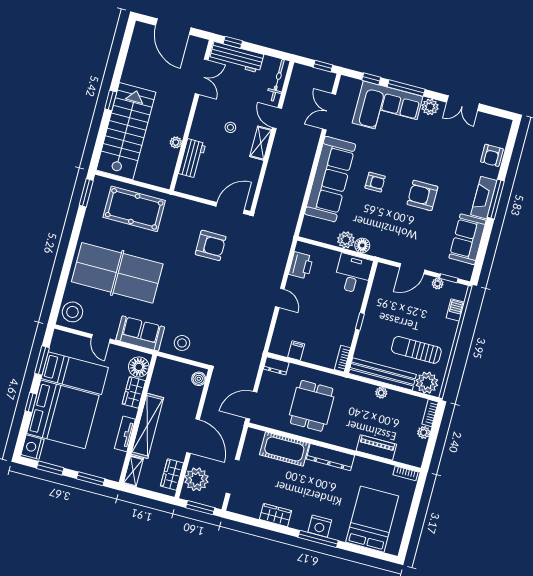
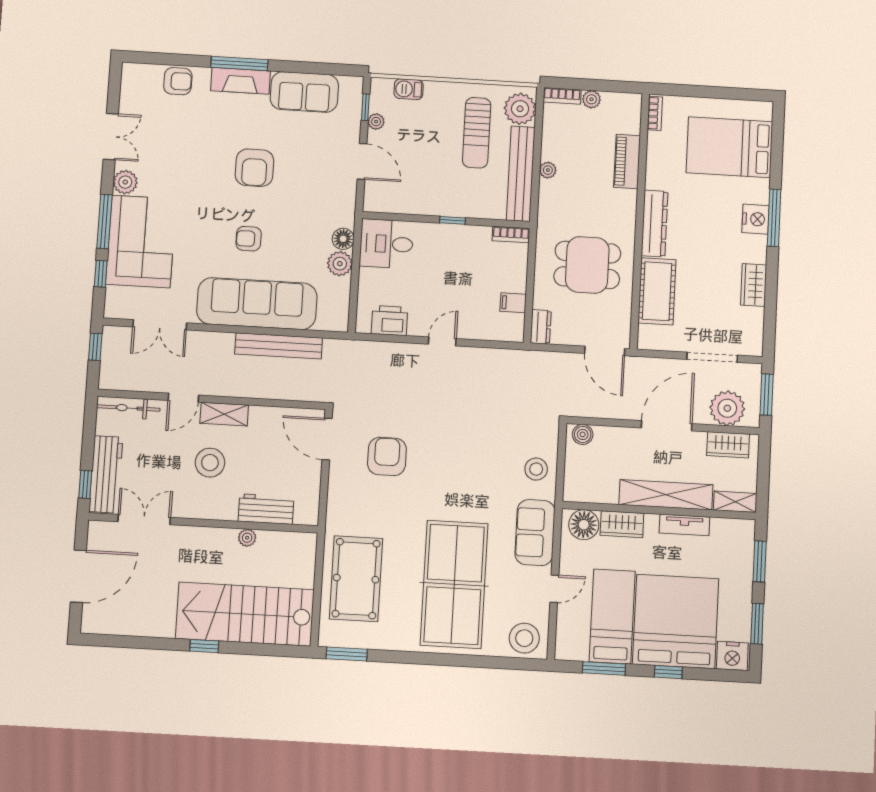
stool: (230, 127) -> (210, 463), width x1.89, depth x1.89
armchair: (375, 182) -> (249, 239), turned -90
bench: (299, 188) -> (279, 346), added

